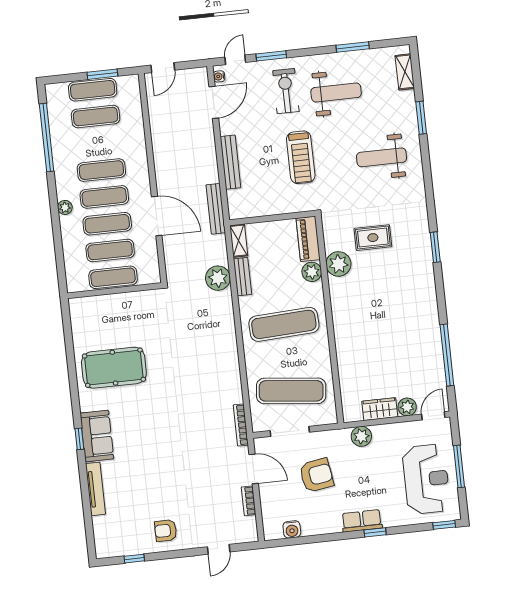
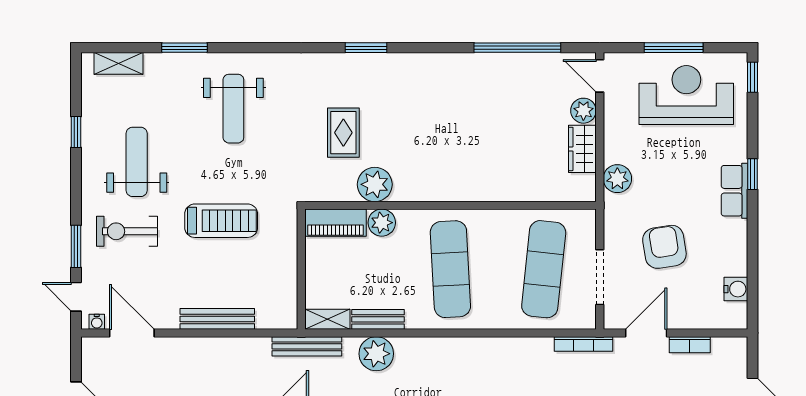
window: (353, 47) -> (76, 132), width x0.67
bench: (216, 209) -> (307, 346), moved

